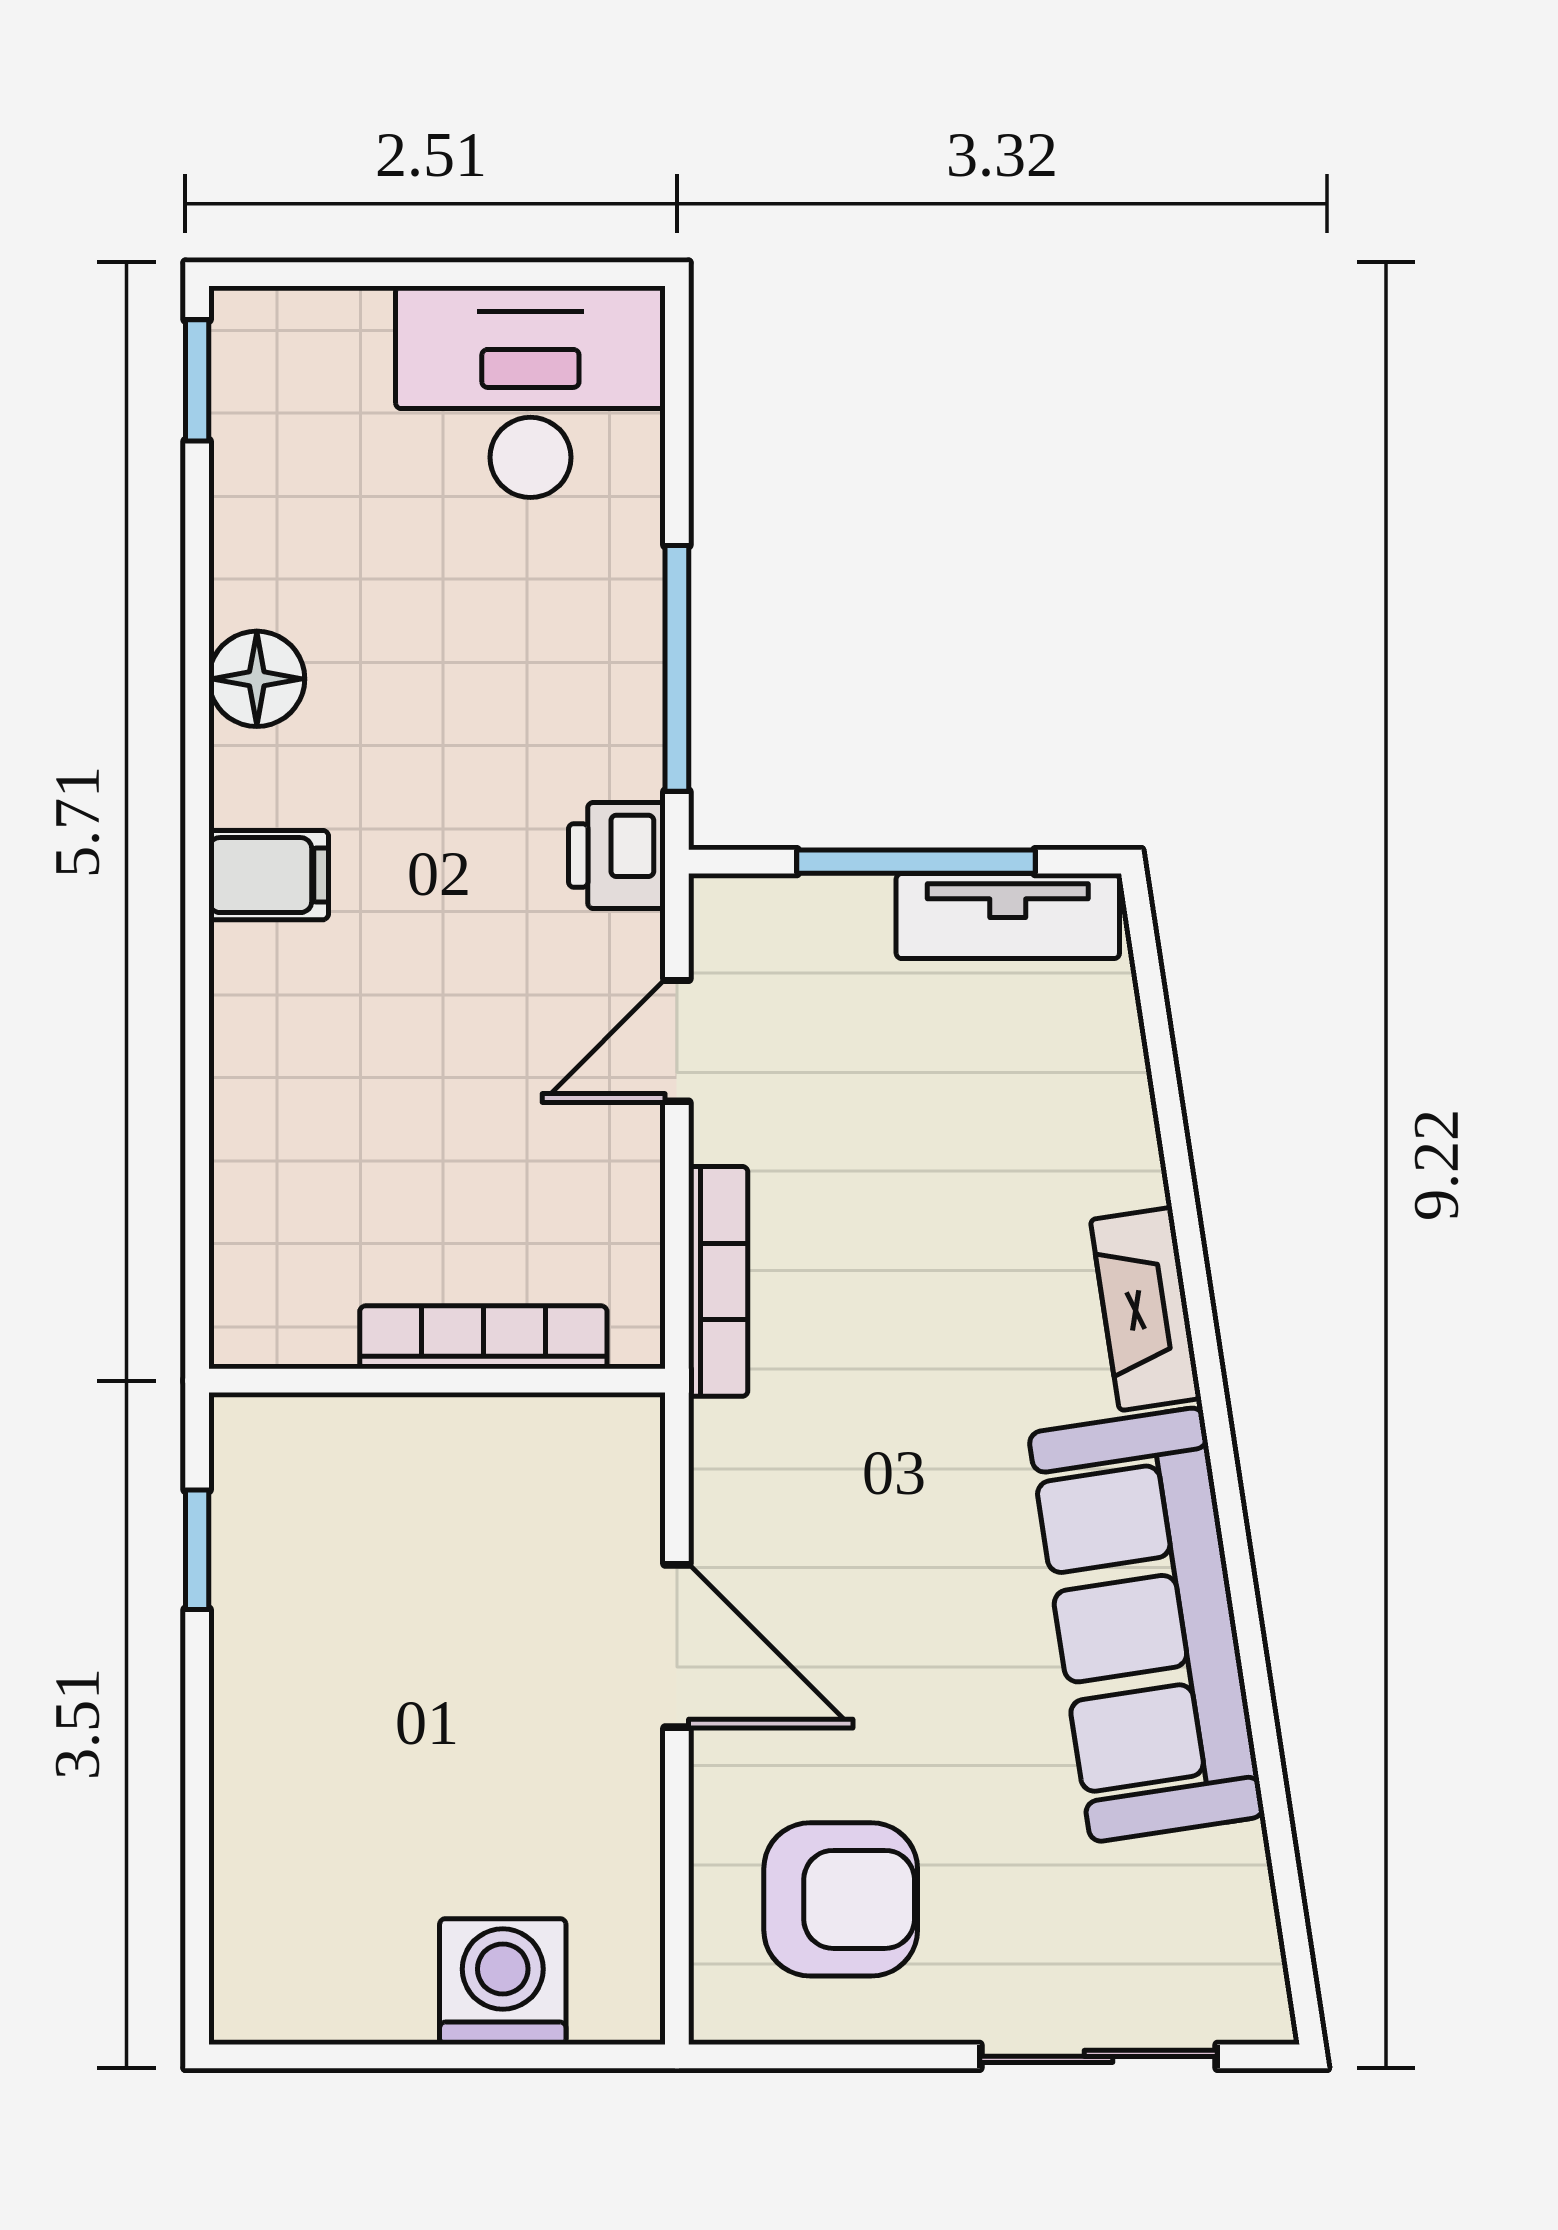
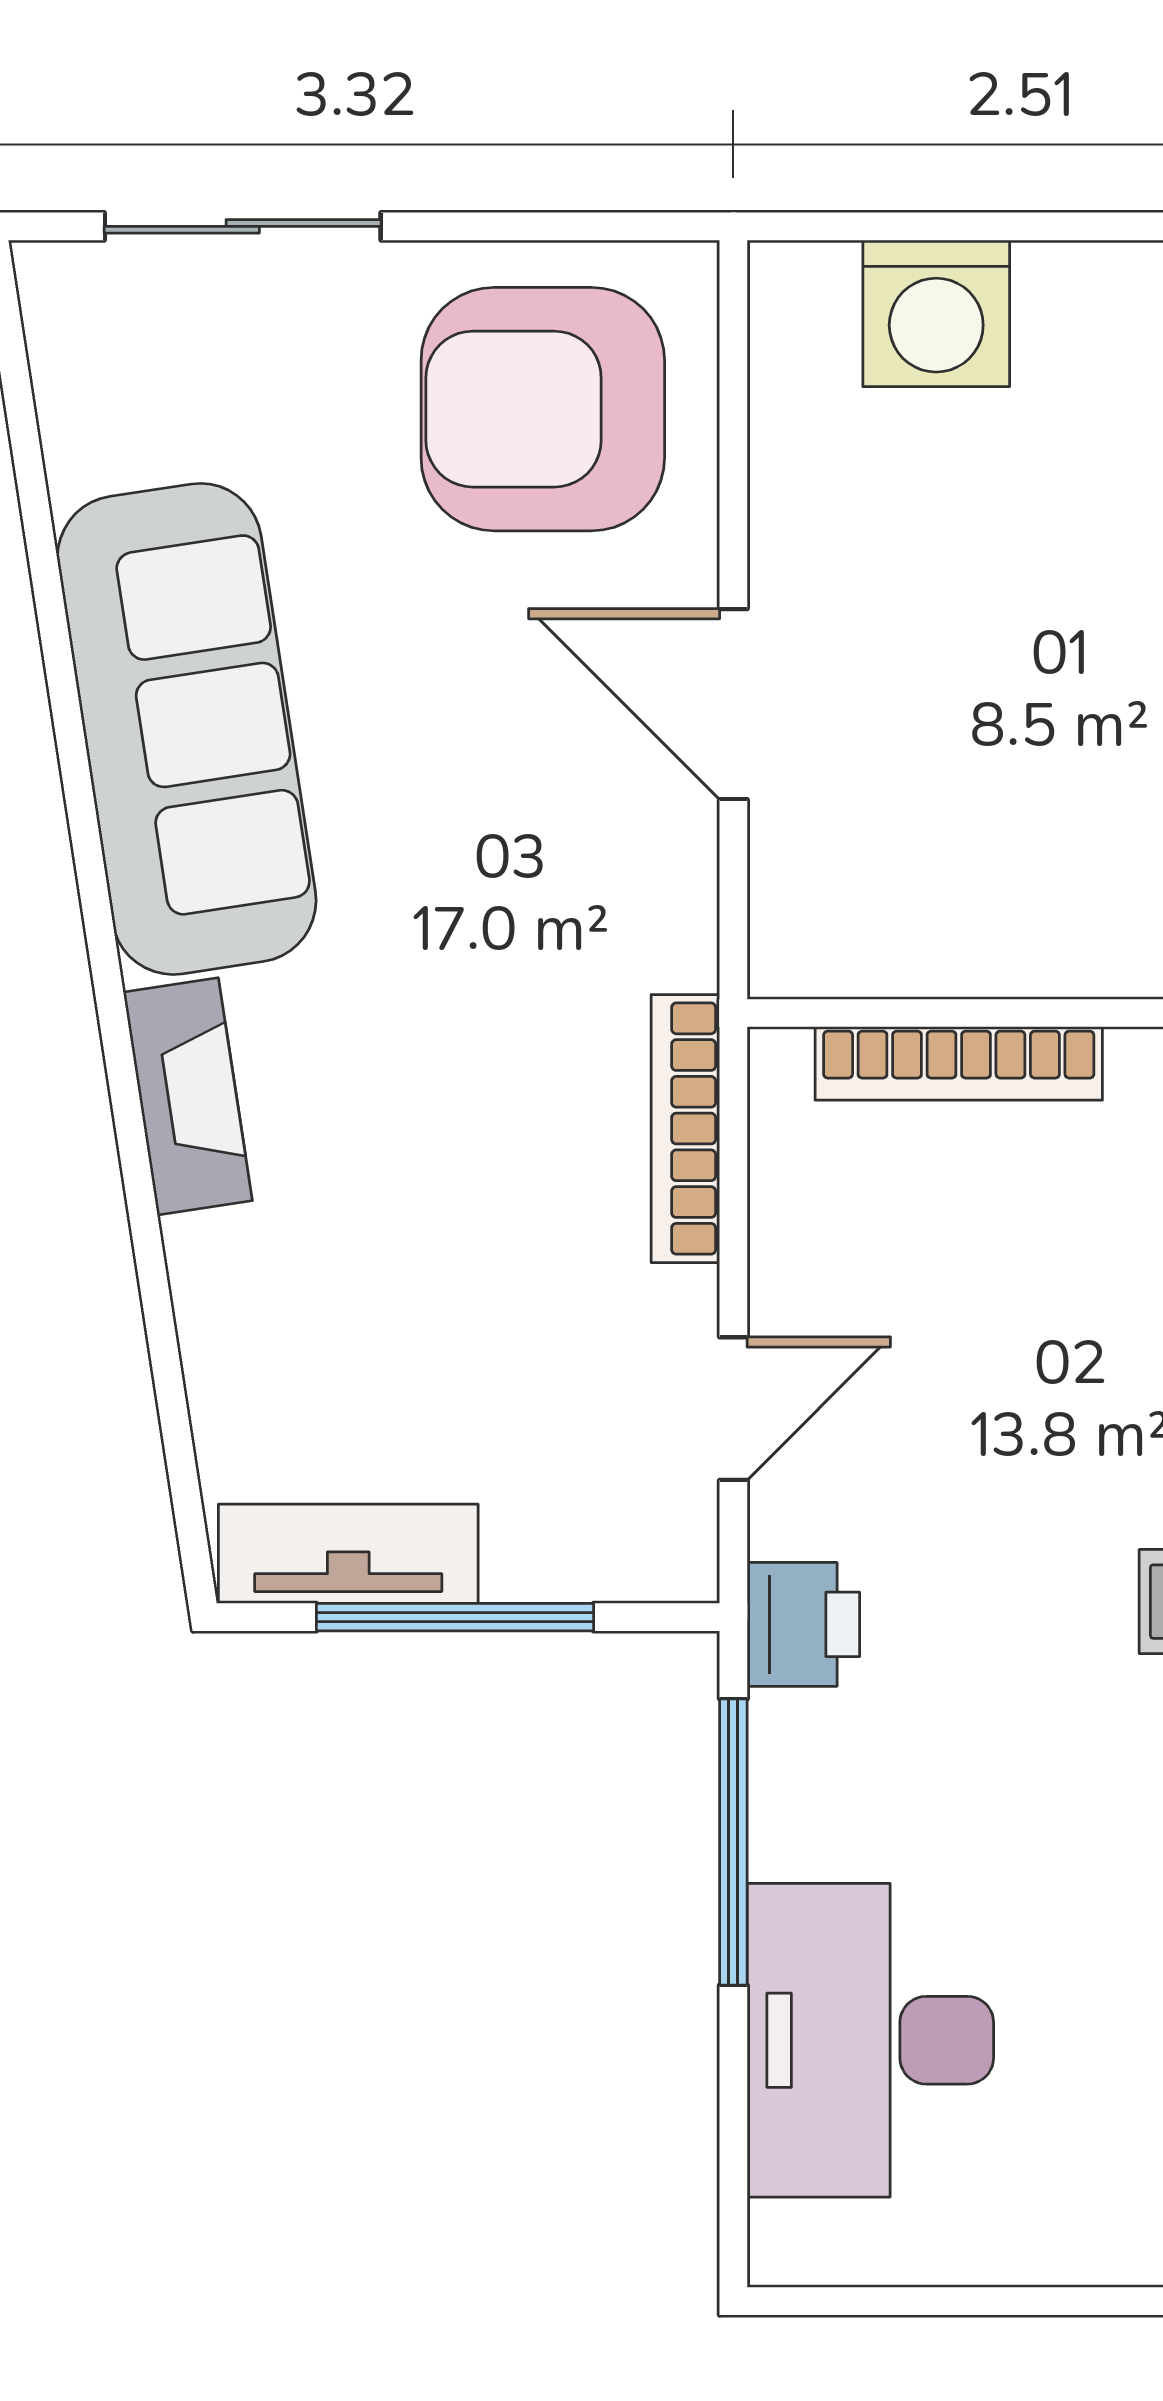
desk: (530, 392) -> (870, 2040), moved, turned 90
armchair: (841, 1899) -> (543, 409), width x1.36, depth x1.36

